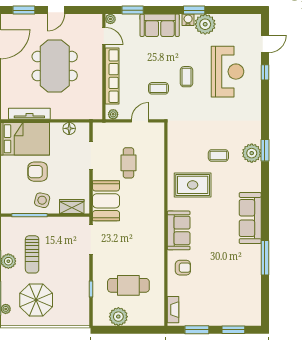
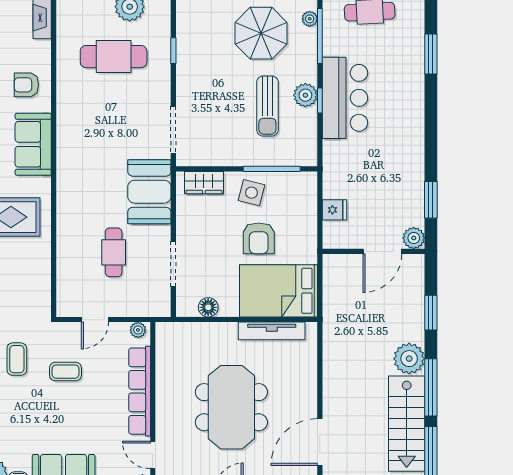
coffee table: (187, 77) -> (17, 359), moved
armchair: (38, 172) -> (259, 238), turned 90
sun lounger: (32, 254) -> (267, 106), turned 180

